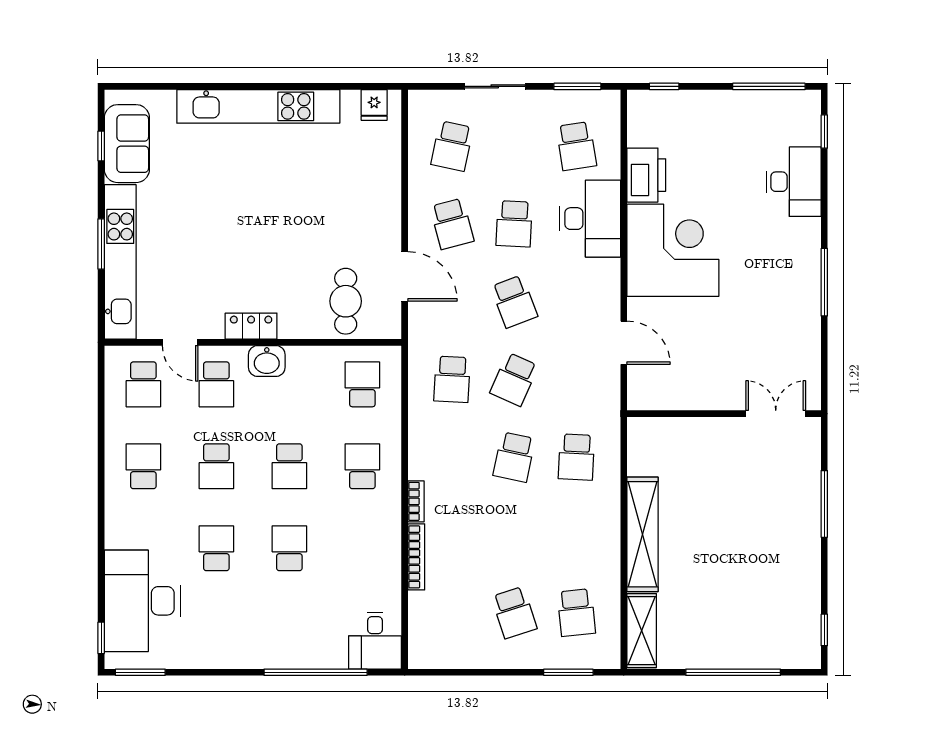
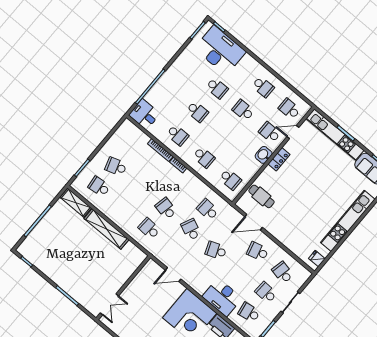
school desk: (514, 224) -> (266, 292), moved
school desk: (289, 466) -> (178, 135), moved, turned 180

